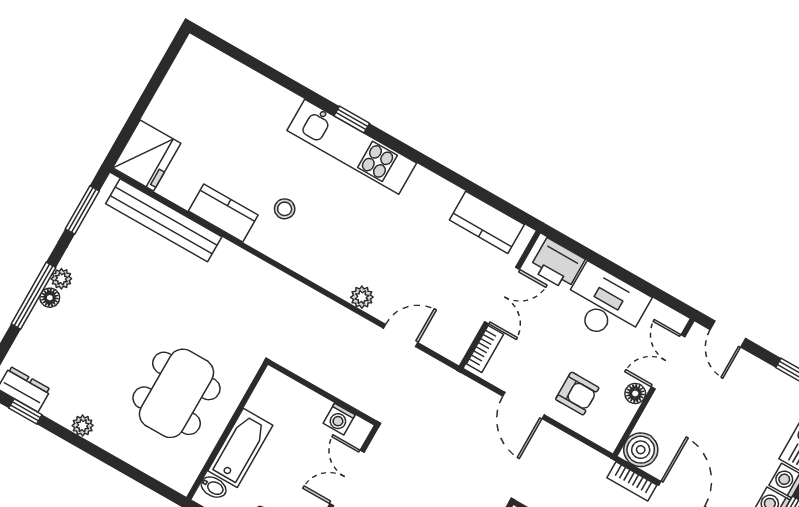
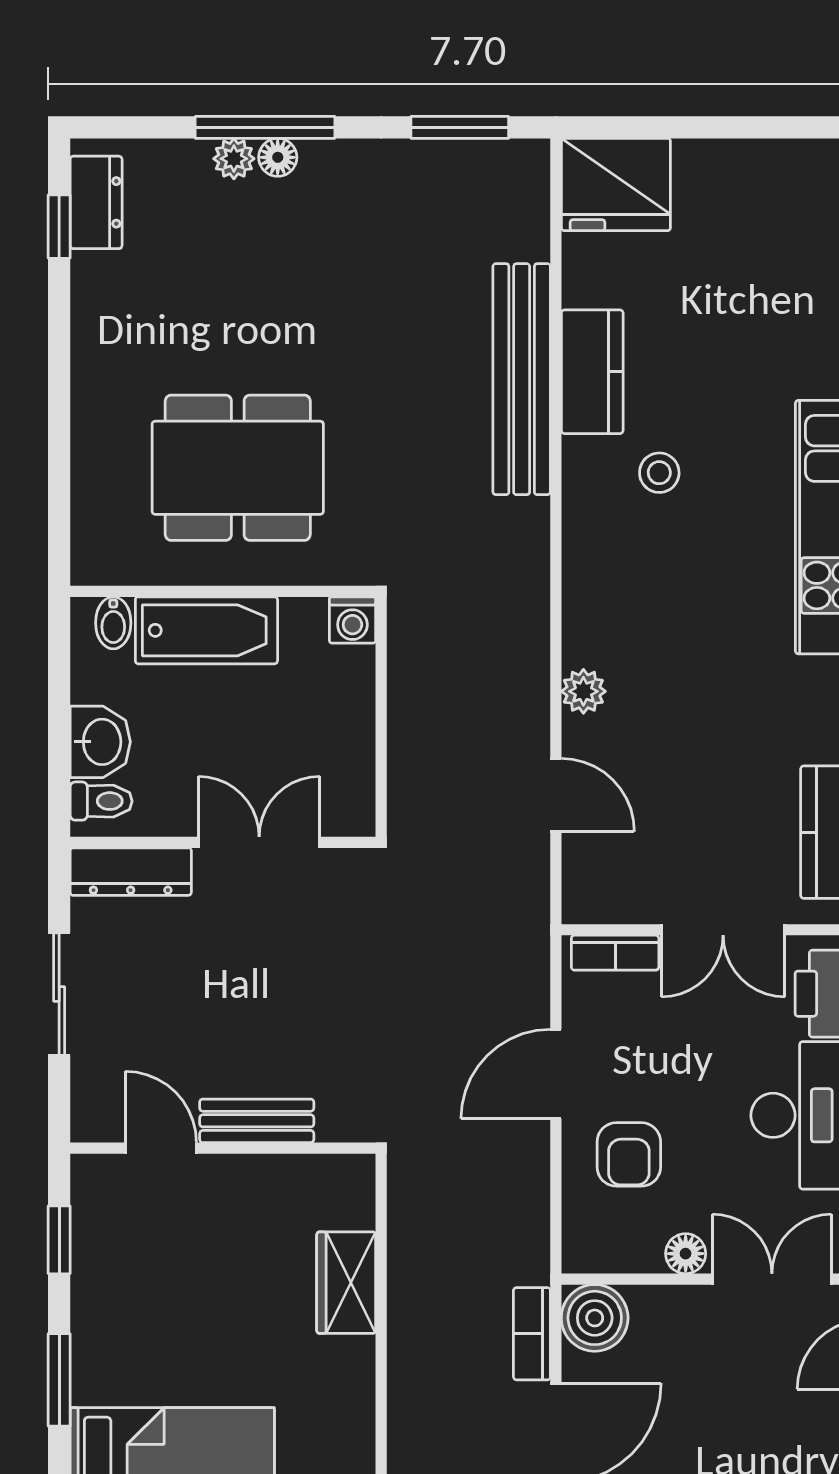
bench: (164, 220) -> (522, 379), moved
plant: (61, 279) -> (234, 159), moved
washing machine: (339, 419) -> (352, 620), moved, turned -90
plant: (83, 426) -> (91, 338), removed

